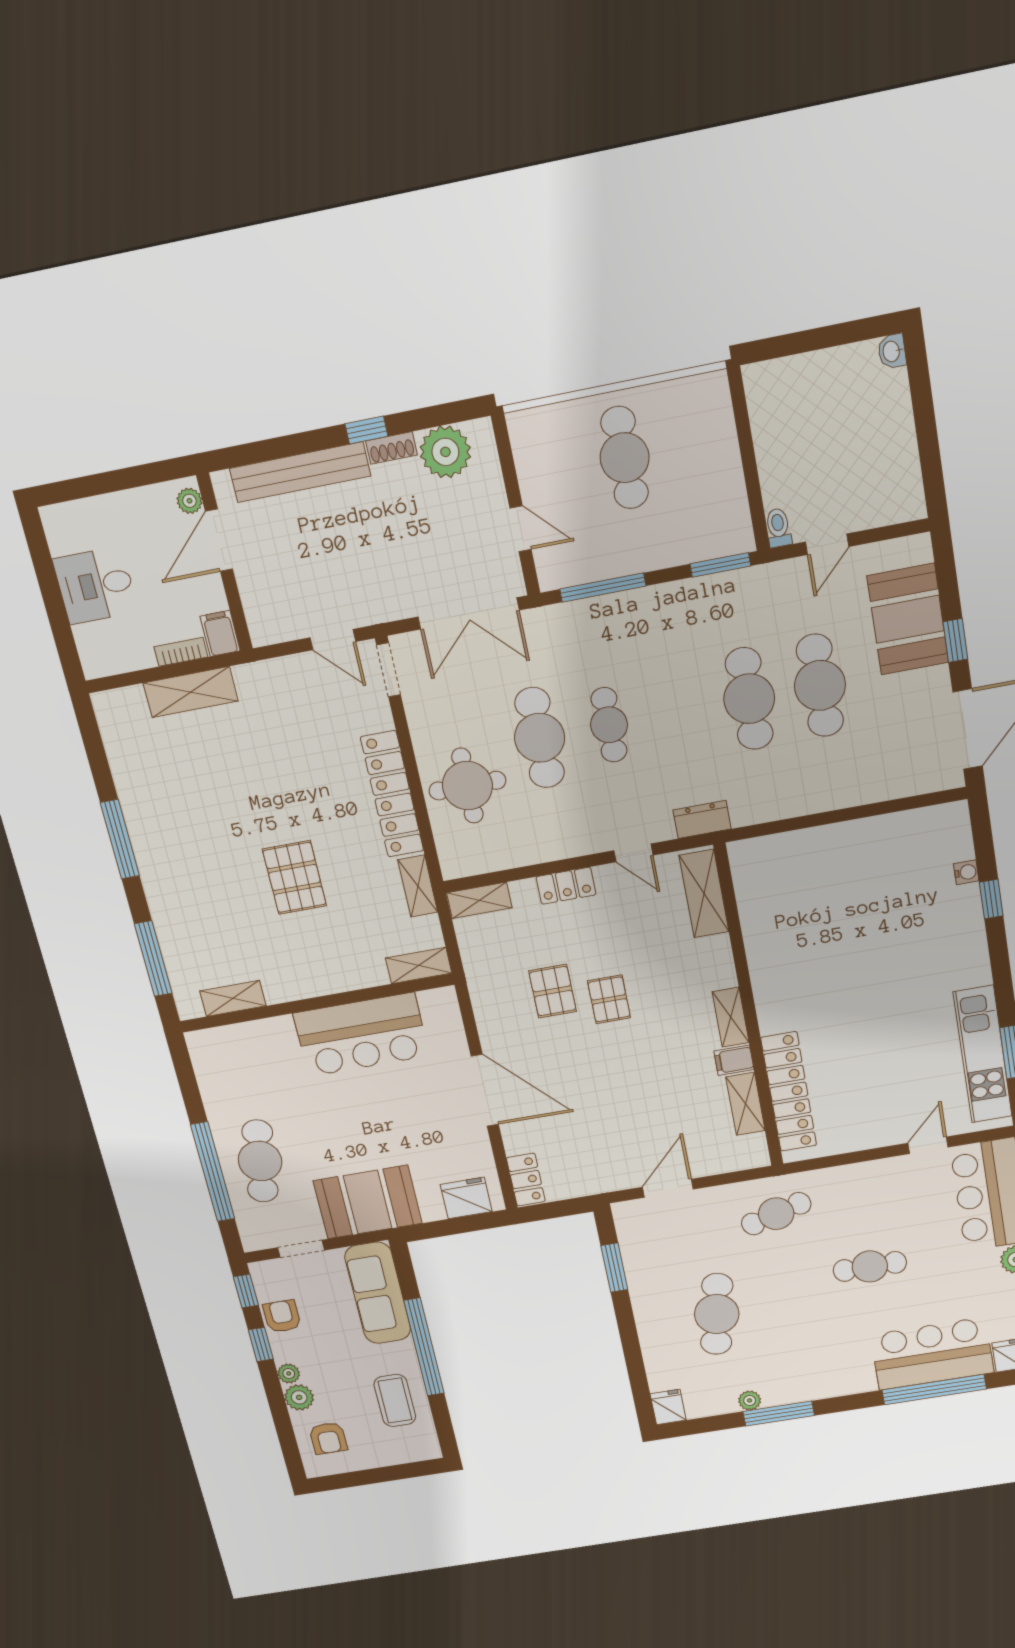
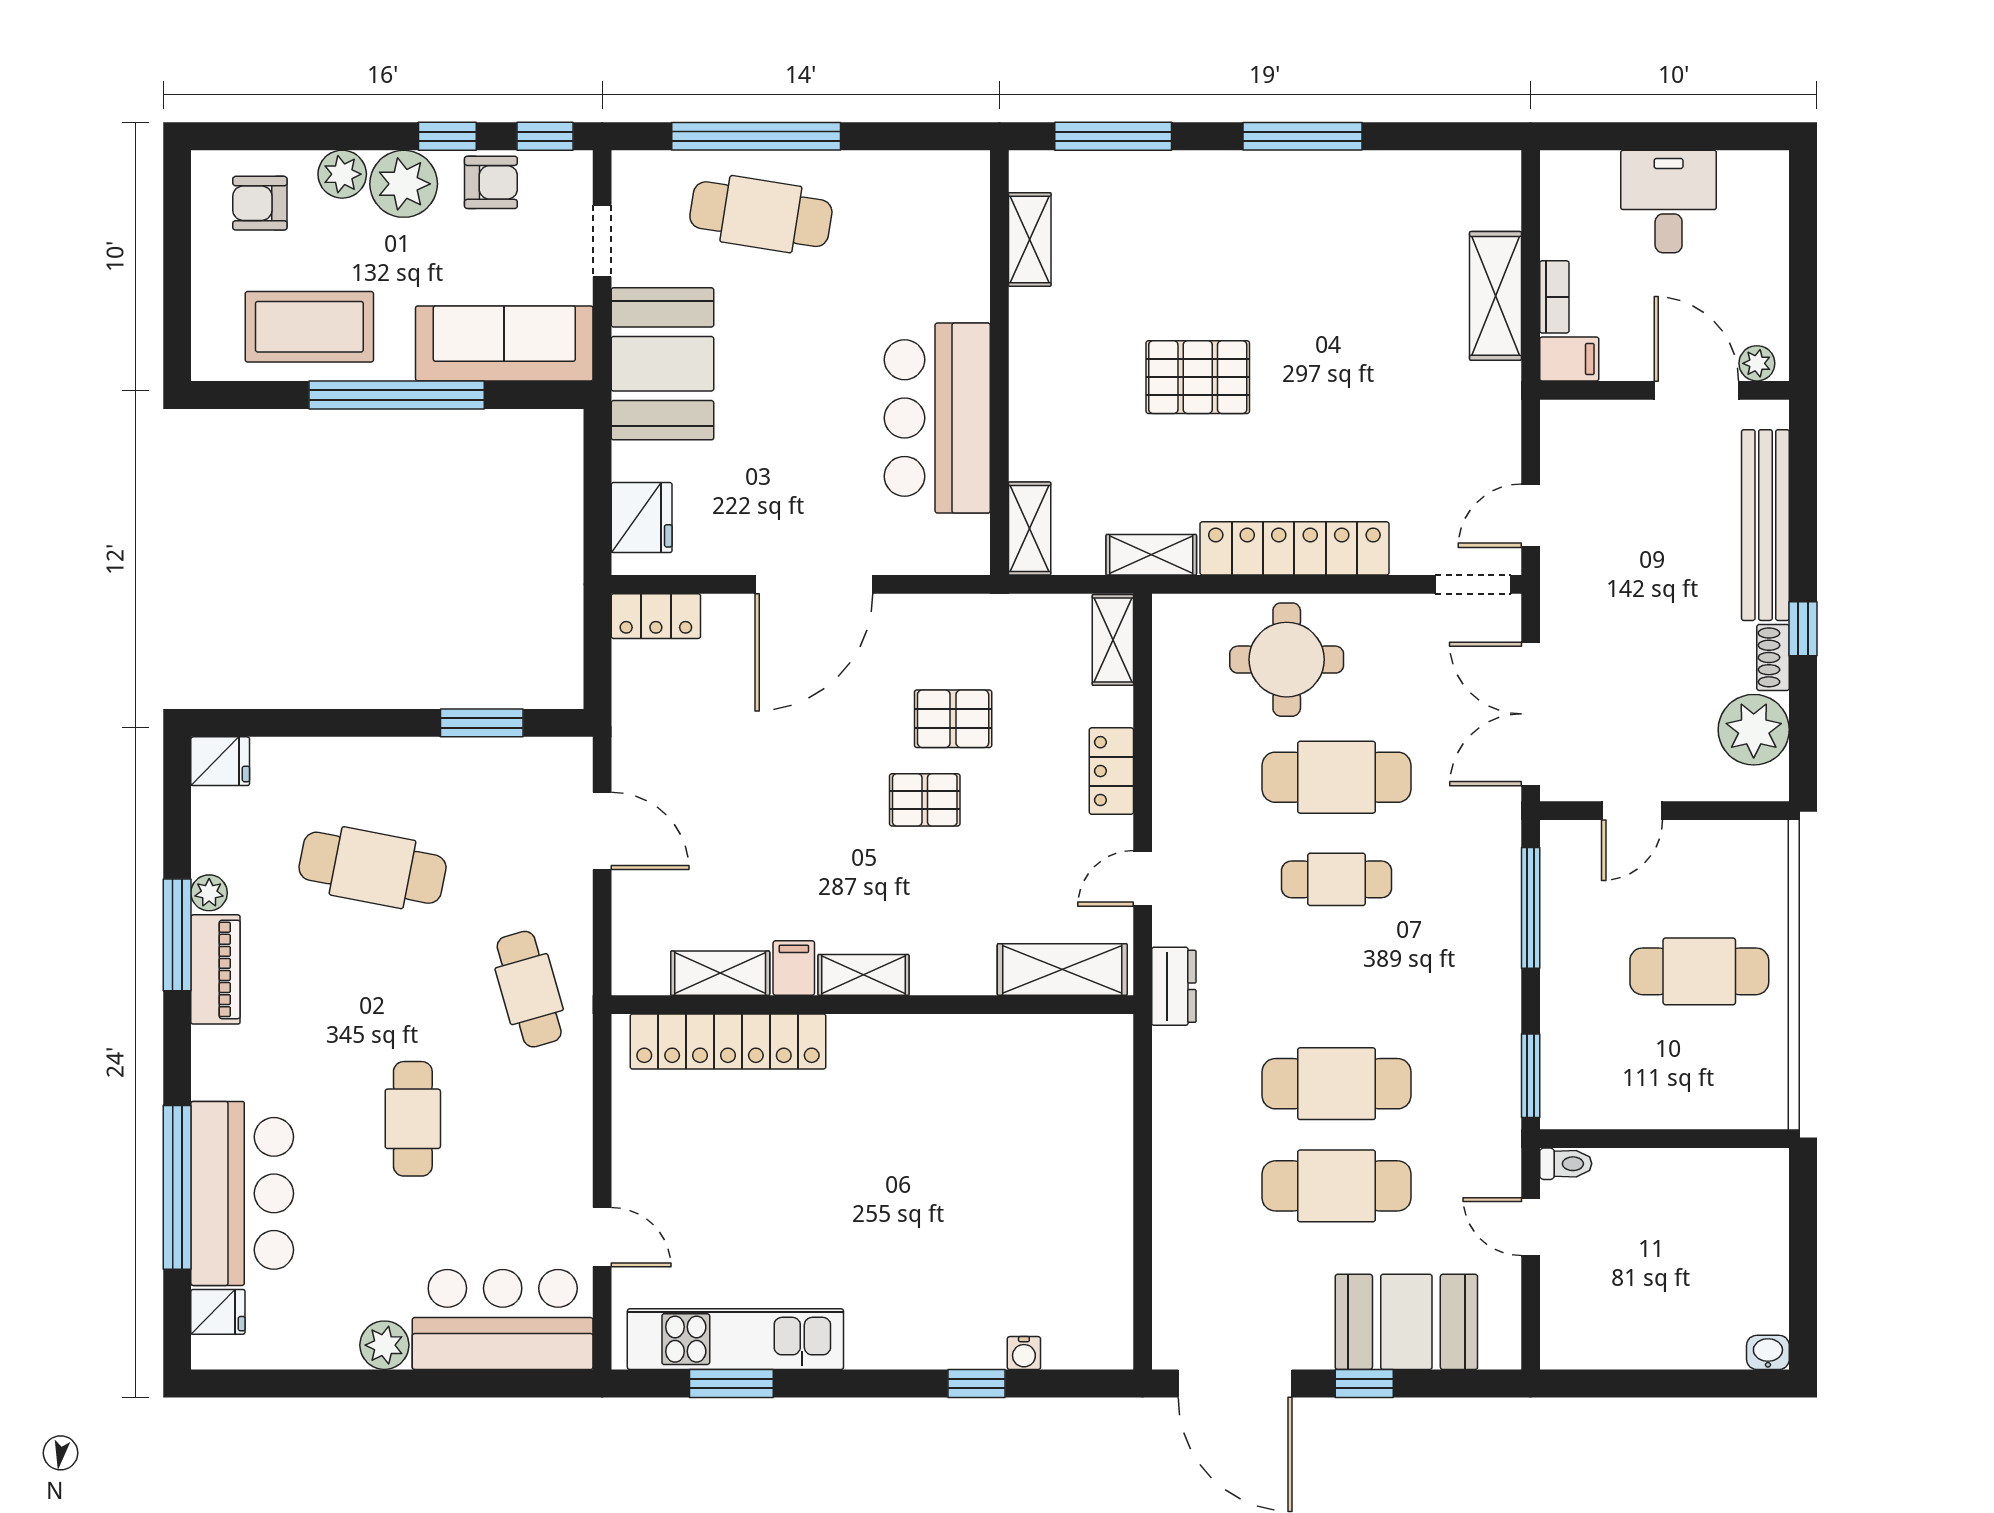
plant: (289, 1373) -> (404, 184), width x1.88, depth x1.88
piano: (796, 1390) -> (215, 969), added
coffee table: (395, 1400) -> (309, 327), width x1.36, depth x1.32

